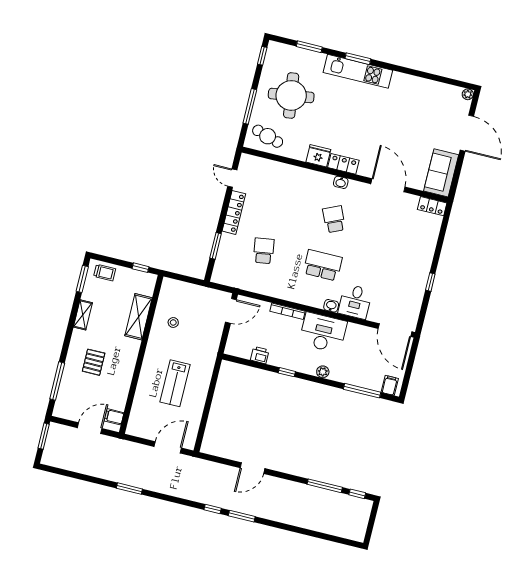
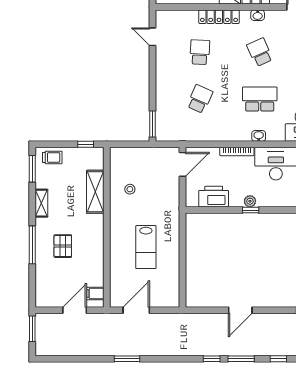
school desk: (275, 205) -> (200, 52), added
locker: (234, 212) -> (219, 17), moved, turned 90
window: (216, 246) -> (152, 124), moved
school desk: (264, 251) -> (200, 99), turned 33
washbasin: (331, 306) -> (259, 136), moved
printer: (260, 355) -> (214, 197), width x1.87, depth x1.48
plant: (323, 372) -> (250, 201), moved
window: (57, 381) -> (32, 245), moved
door: (168, 447) -> (136, 310), moved
window: (278, 525) -> (278, 359), added

